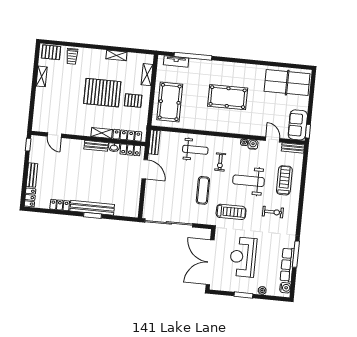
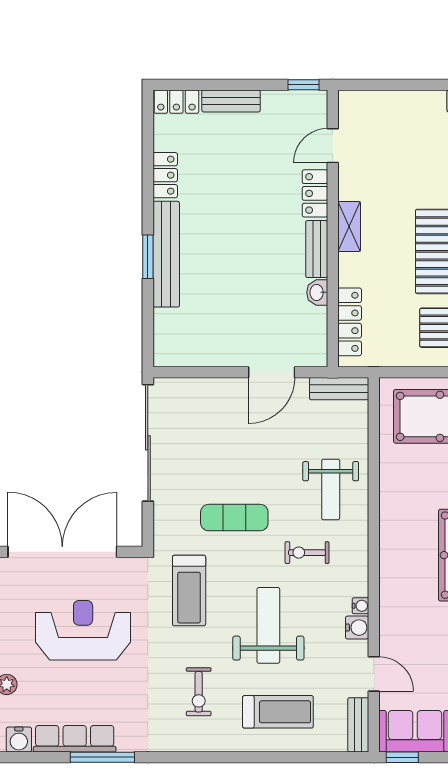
shelving: (102, 133) -> (349, 227), moved
door: (273, 140) -> (374, 674), hinge flipped
locker: (130, 150) -> (315, 193), moved

